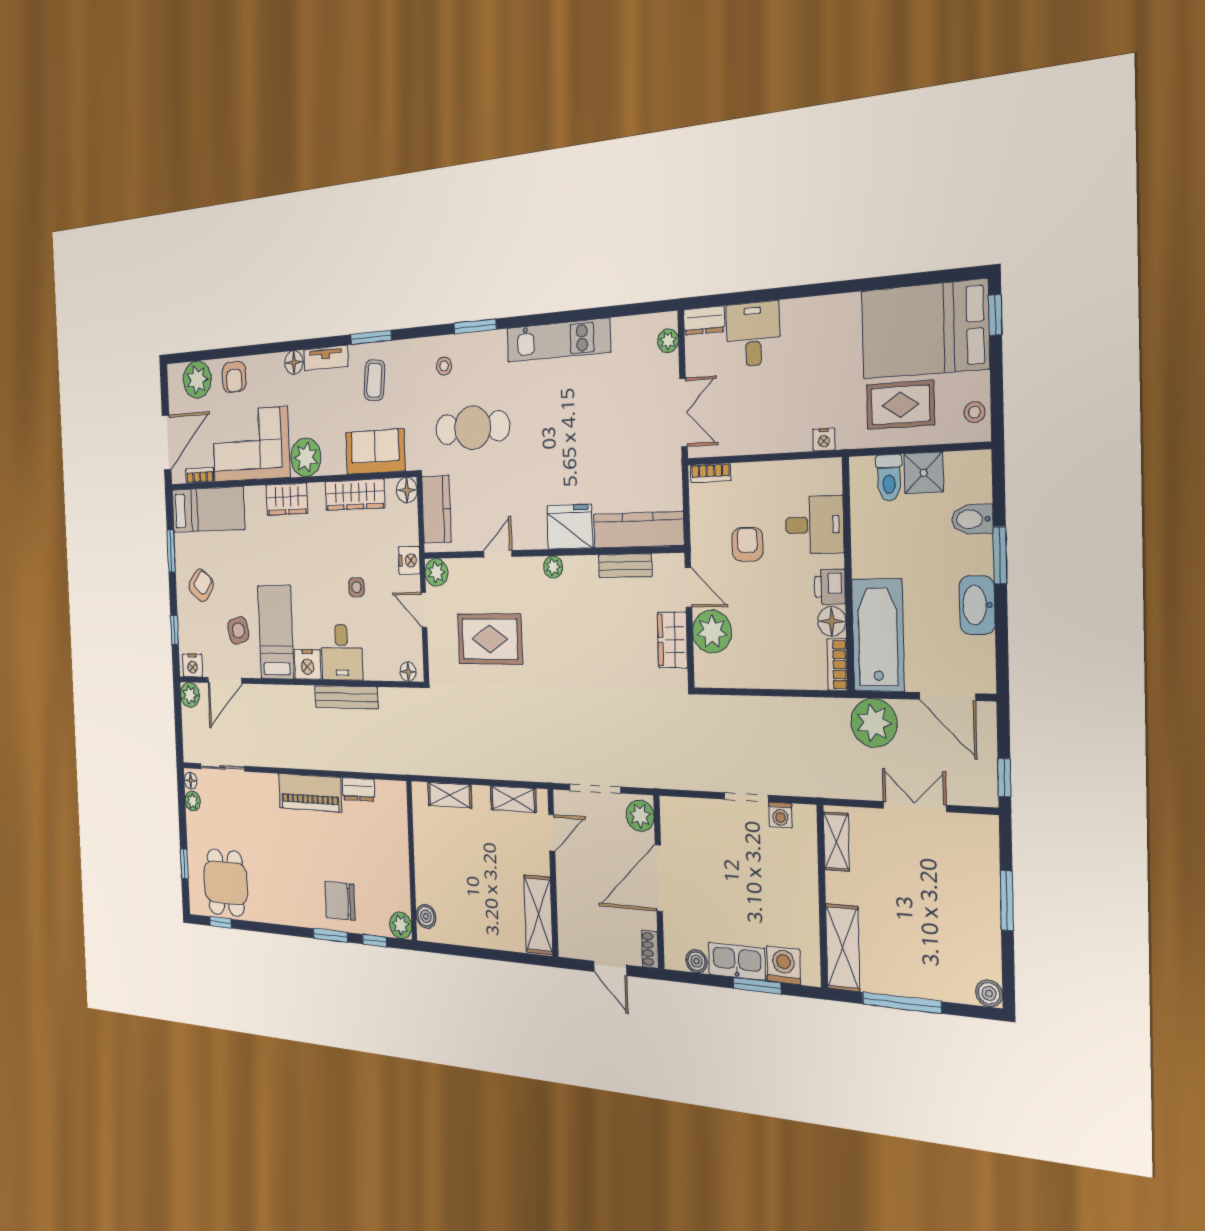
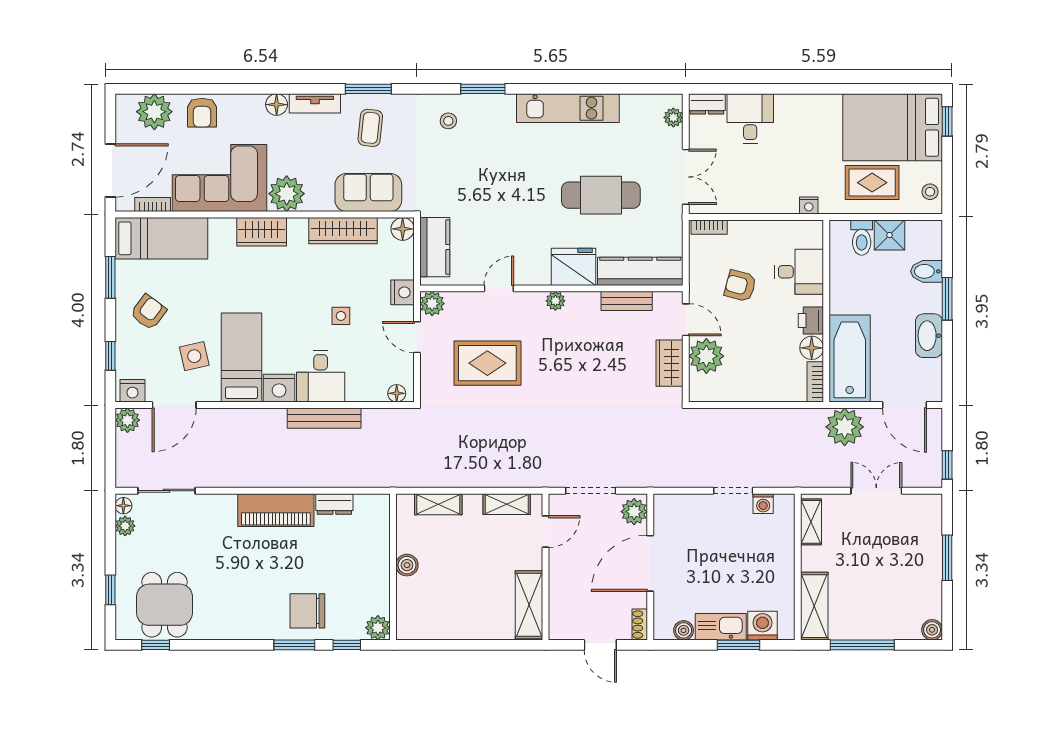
cafe table: (473, 428) -> (601, 195), moved
armchair: (747, 544) -> (740, 286), turned -75
boiler: (426, 916) -> (407, 565), moved

